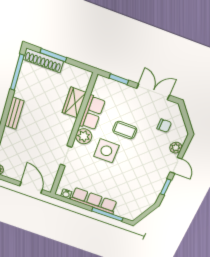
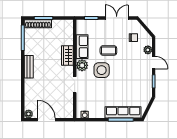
wardrobe: (74, 103) -> (67, 56), moved
door: (31, 188) -> (46, 120), moved
row of seats: (94, 201) -> (123, 112), moved

